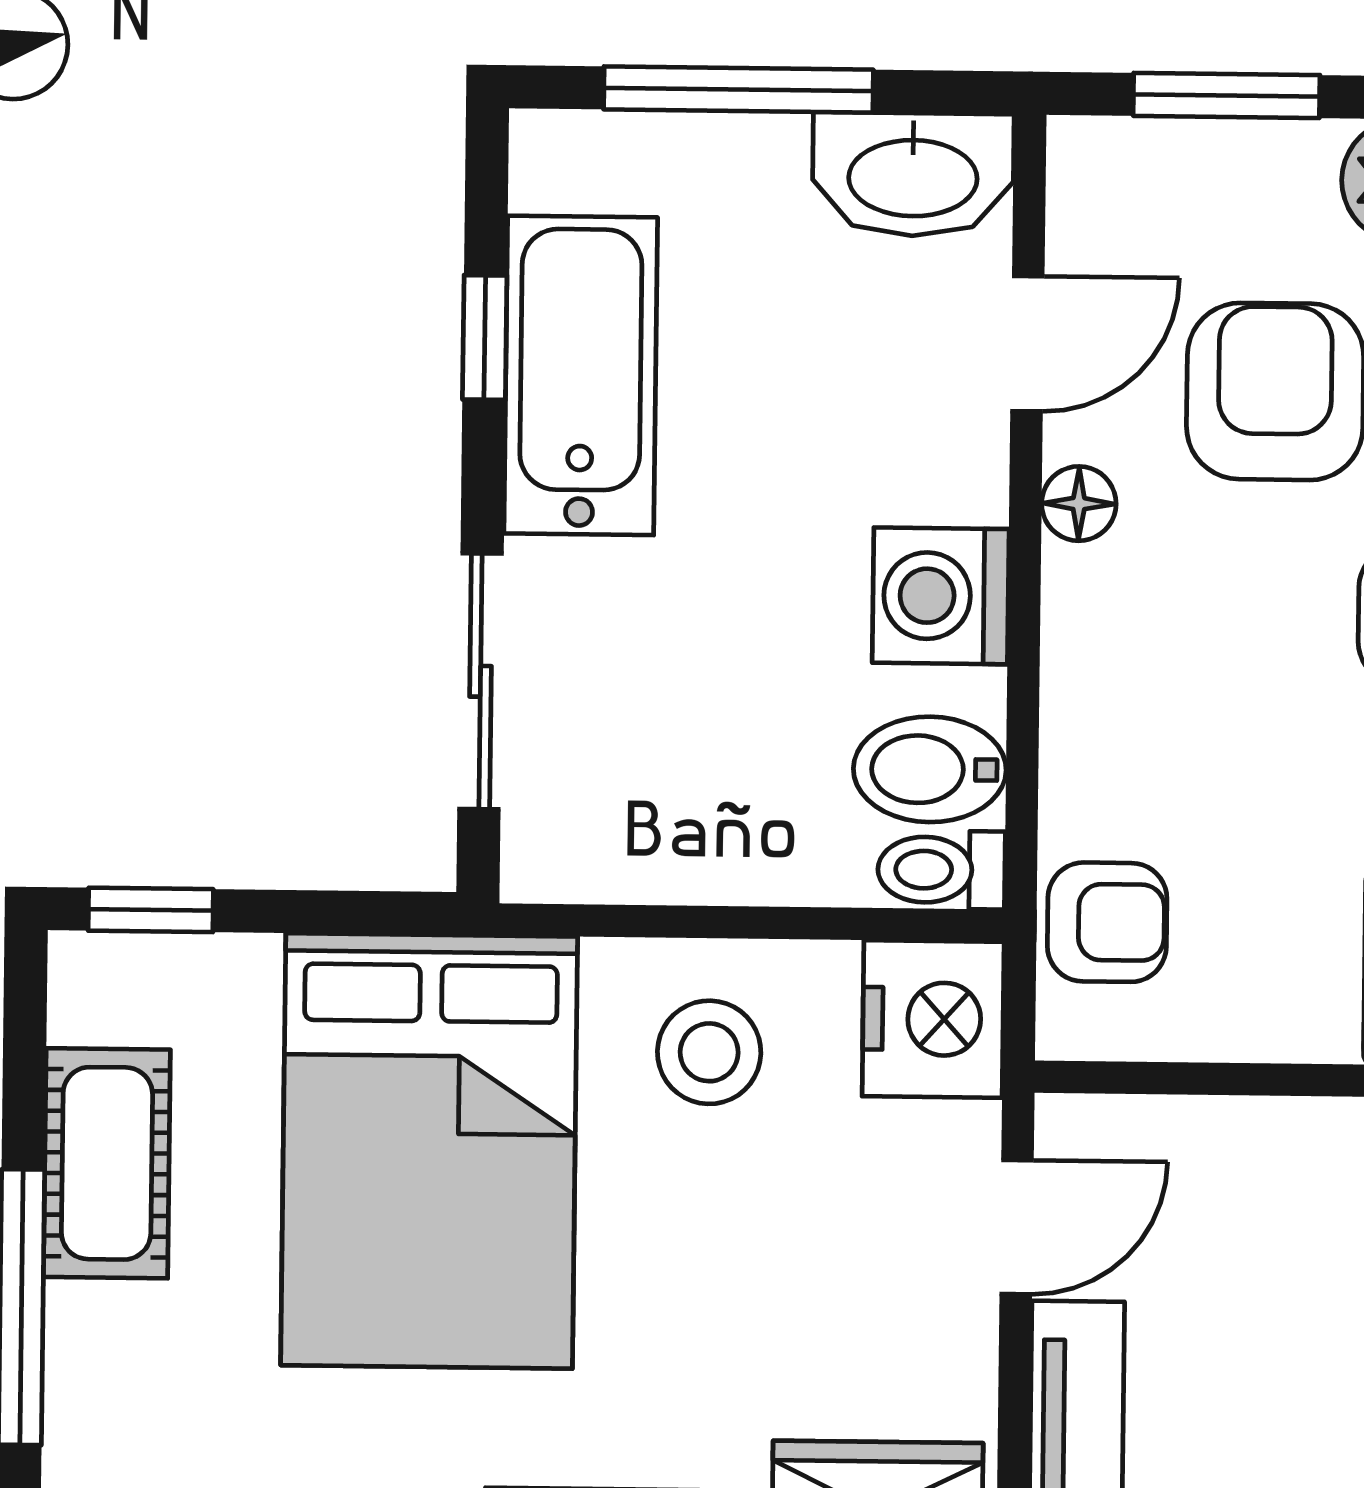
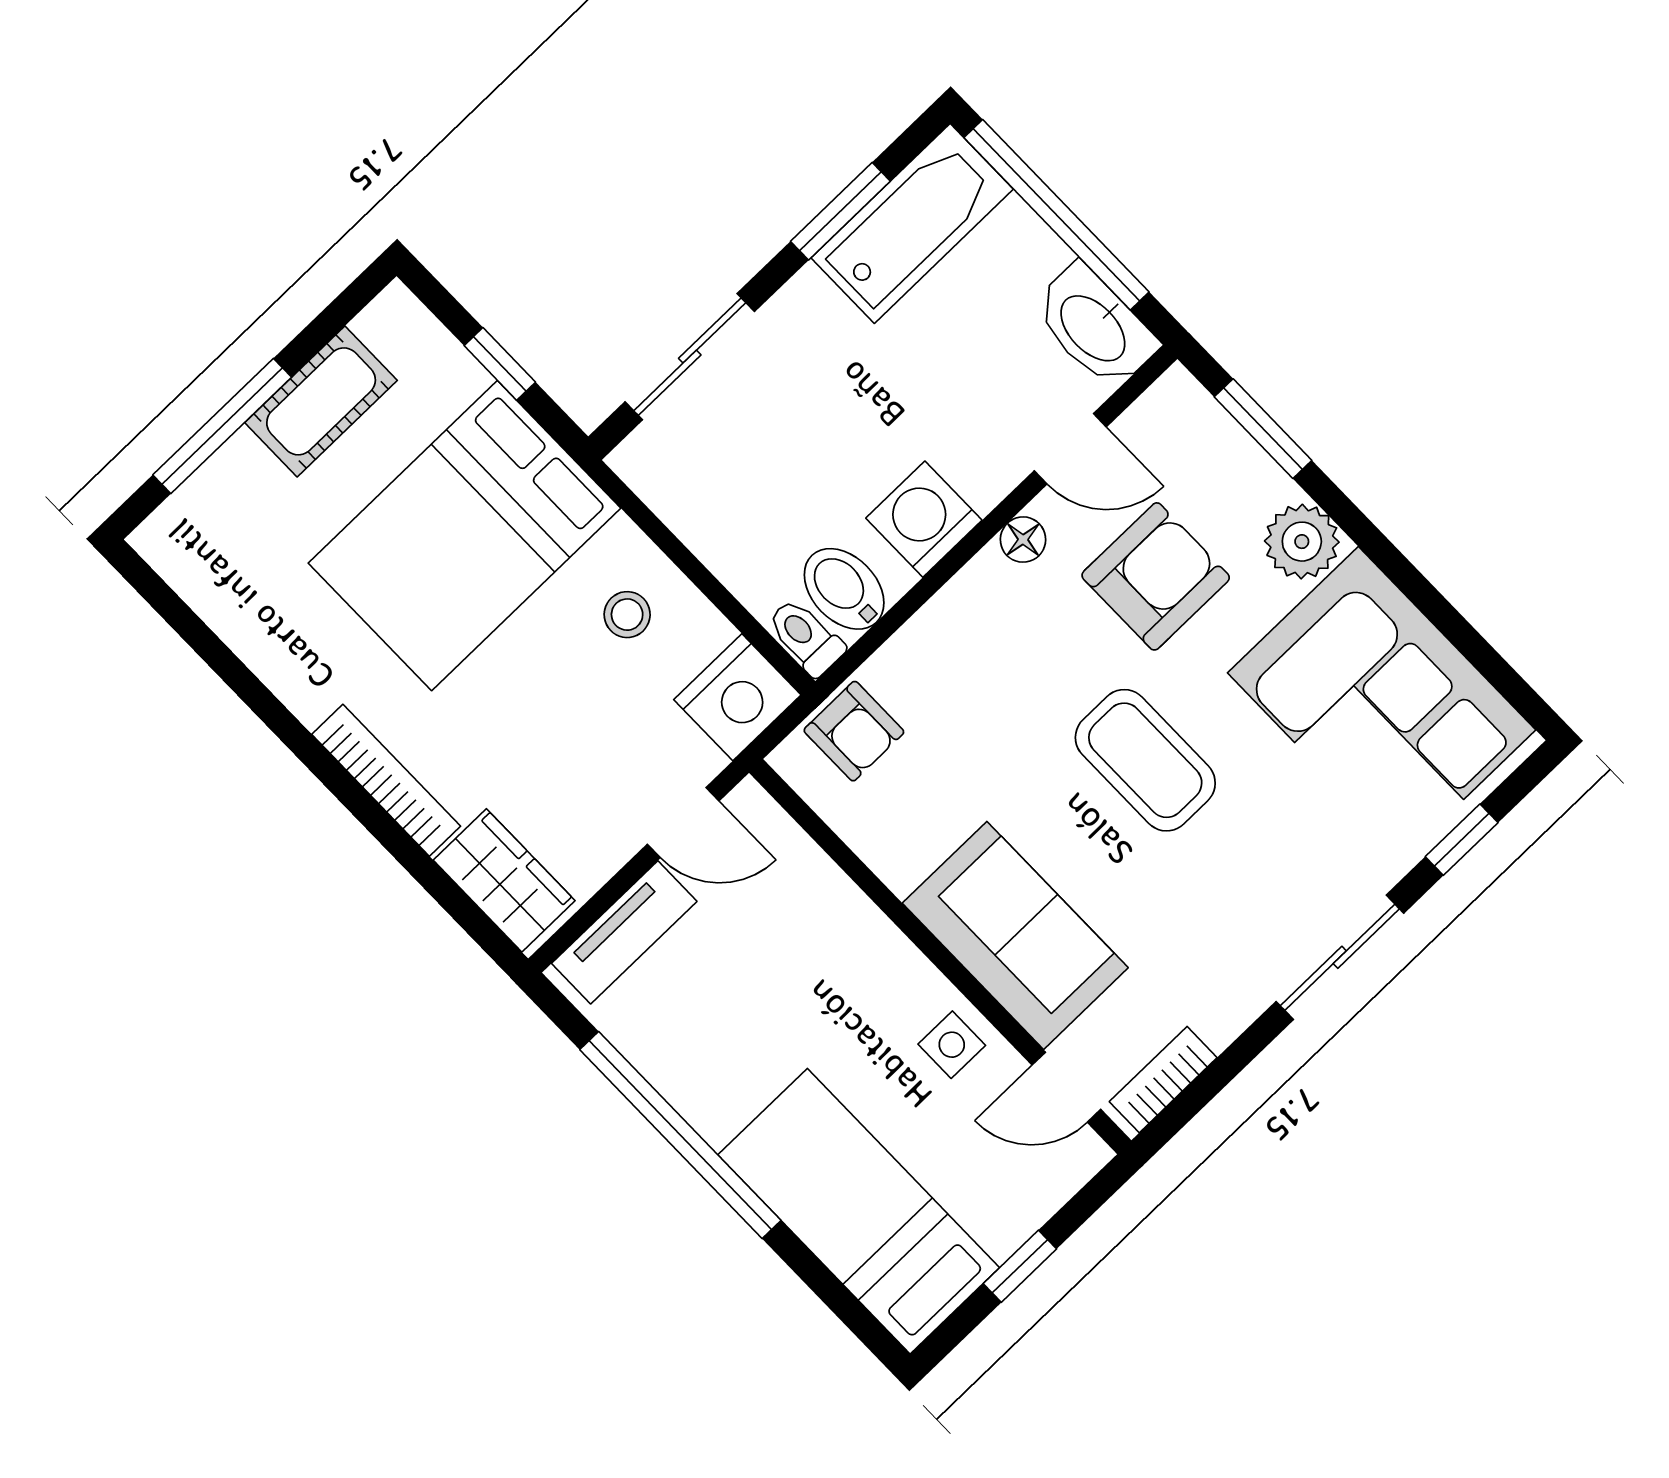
window: (738, 90) -> (1056, 215), width x1.46
window: (485, 338) -> (840, 211), width x1.50
bathtub: (581, 375) -> (912, 223), moved
window: (151, 910) -> (500, 364), moved
stool: (709, 1052) -> (627, 615), width x0.73, depth x0.73

